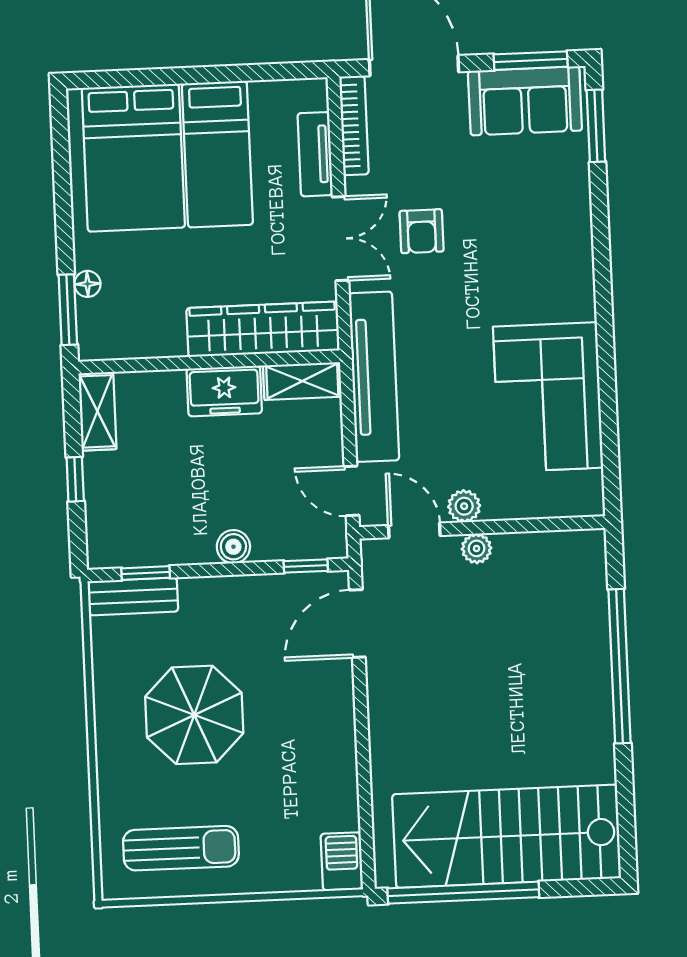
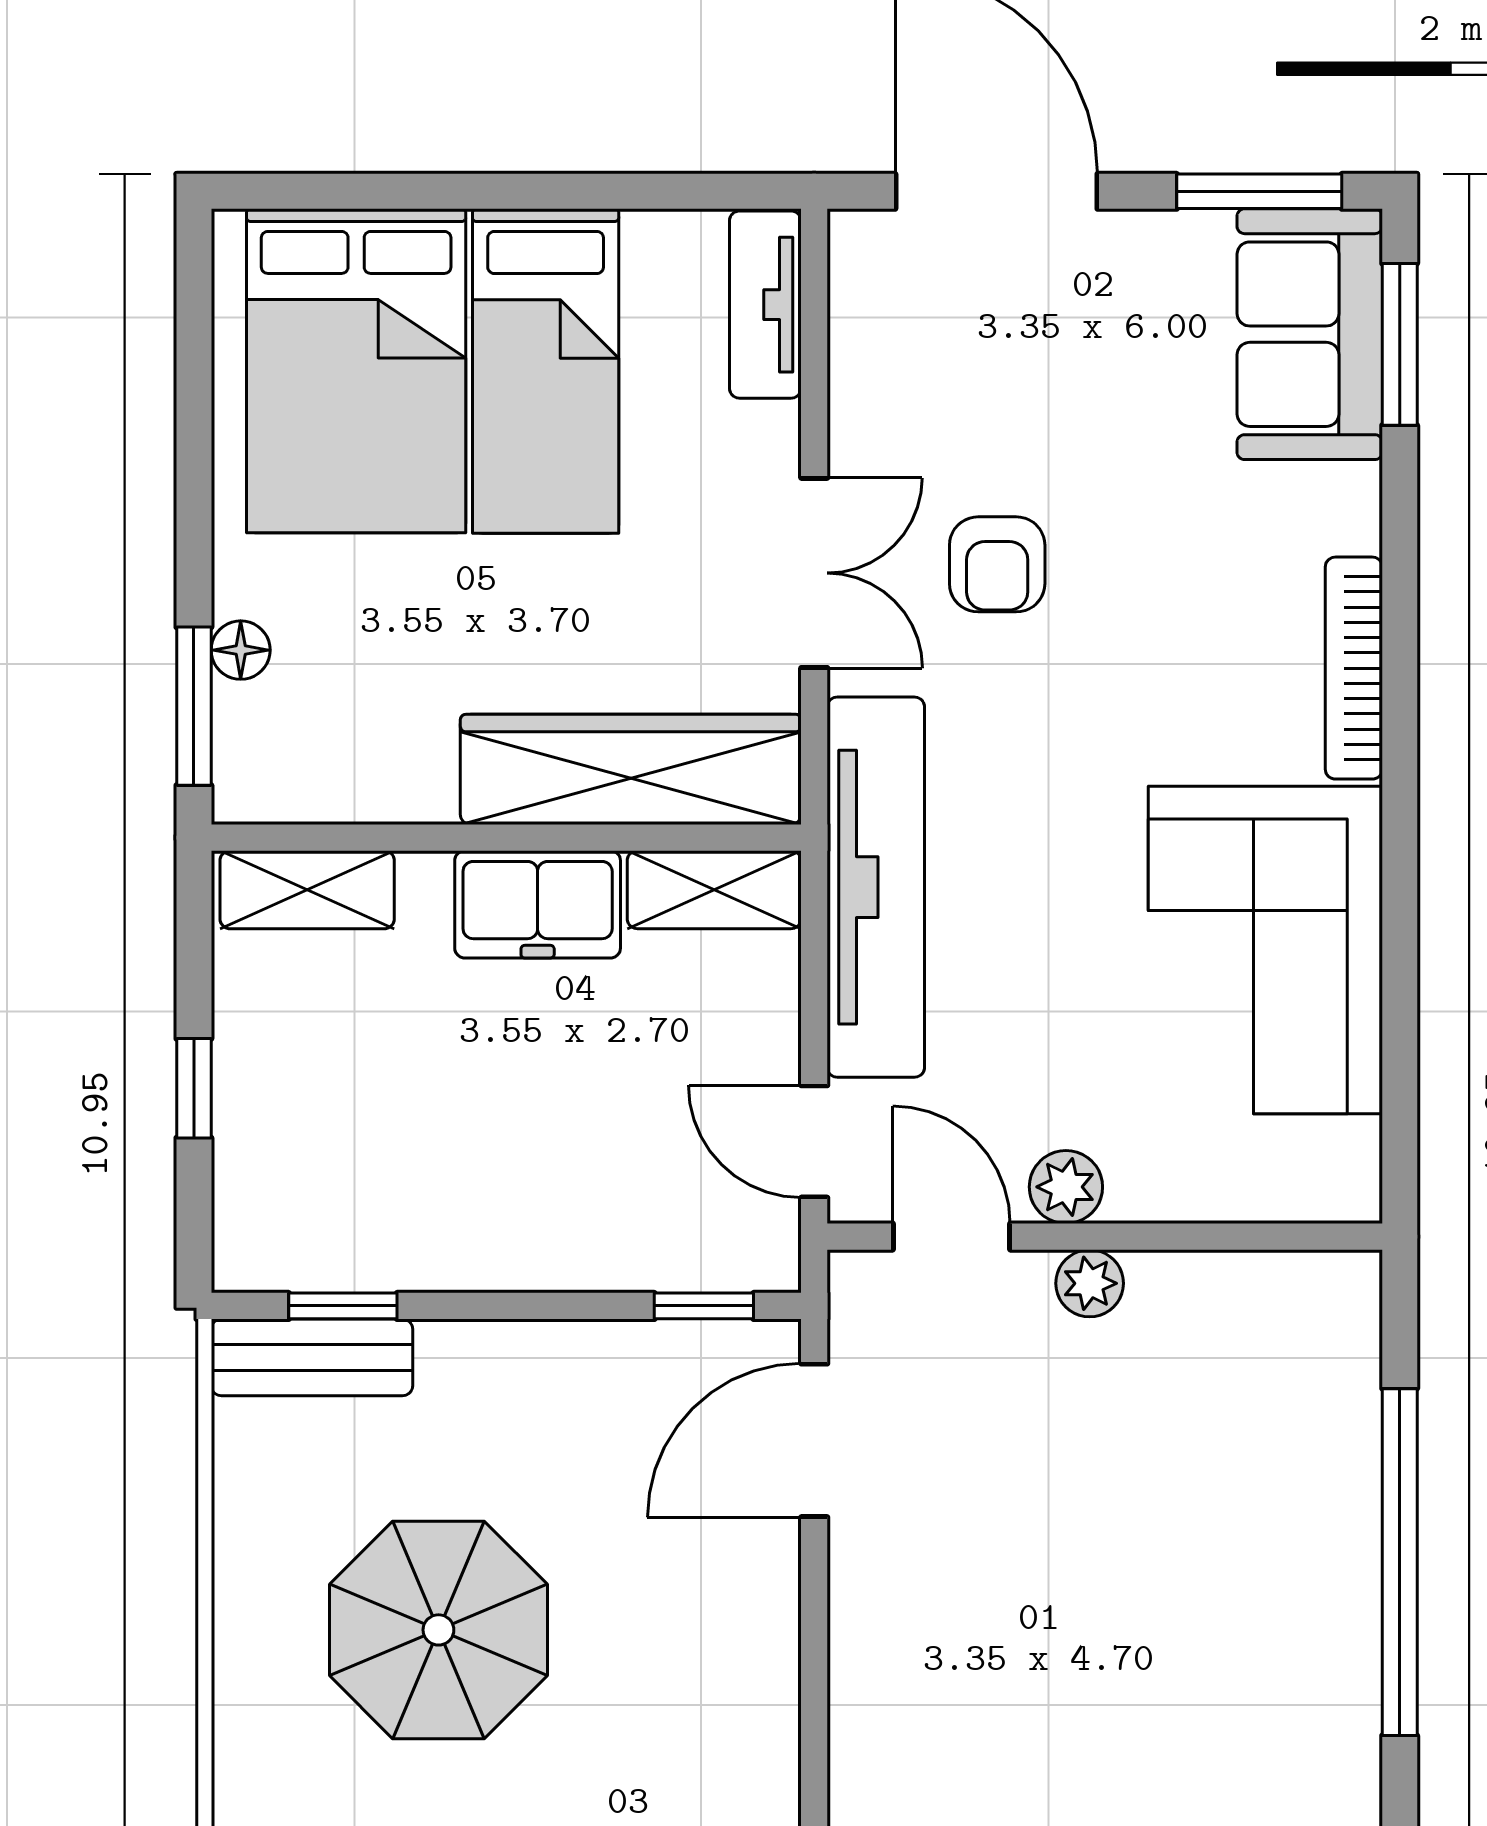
sofa: (525, 101) -> (1310, 334), moved, turned 90
bookcase: (354, 125) -> (1354, 668), moved, turned 180
tv unit: (315, 154) -> (765, 305), moved
shelving: (97, 411) -> (307, 890), moved, turned 90
boiler: (233, 547) -> (543, 1255), removed

